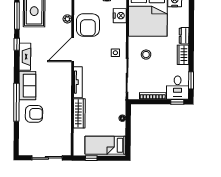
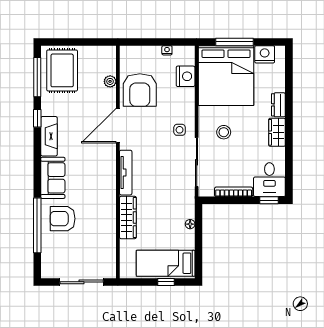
window: (191, 80) -> (289, 169), removed
window: (16, 102) -> (37, 225), moved
armchair: (34, 114) -> (63, 219), turned 180
window: (91, 158) -> (166, 282), moved

